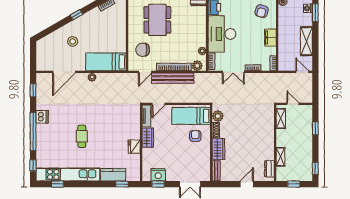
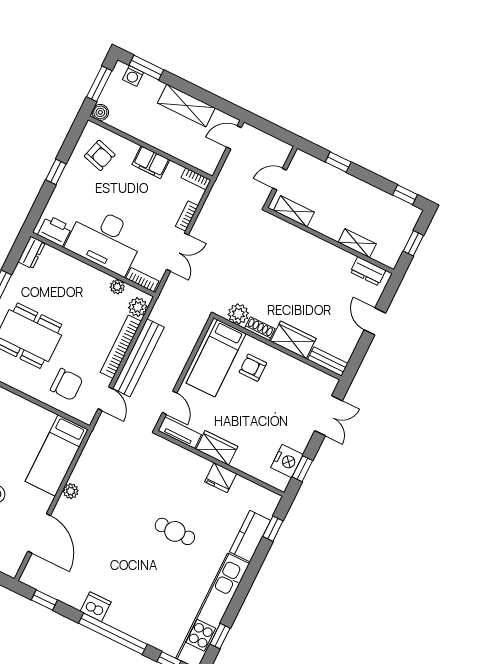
chair: (143, 50) -> (67, 385), turned -90
cafe table: (82, 136) -> (175, 531), moved

